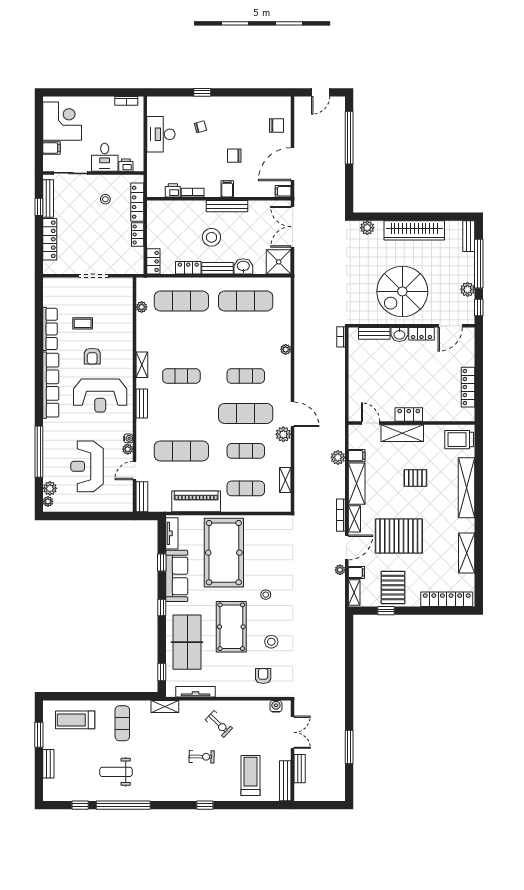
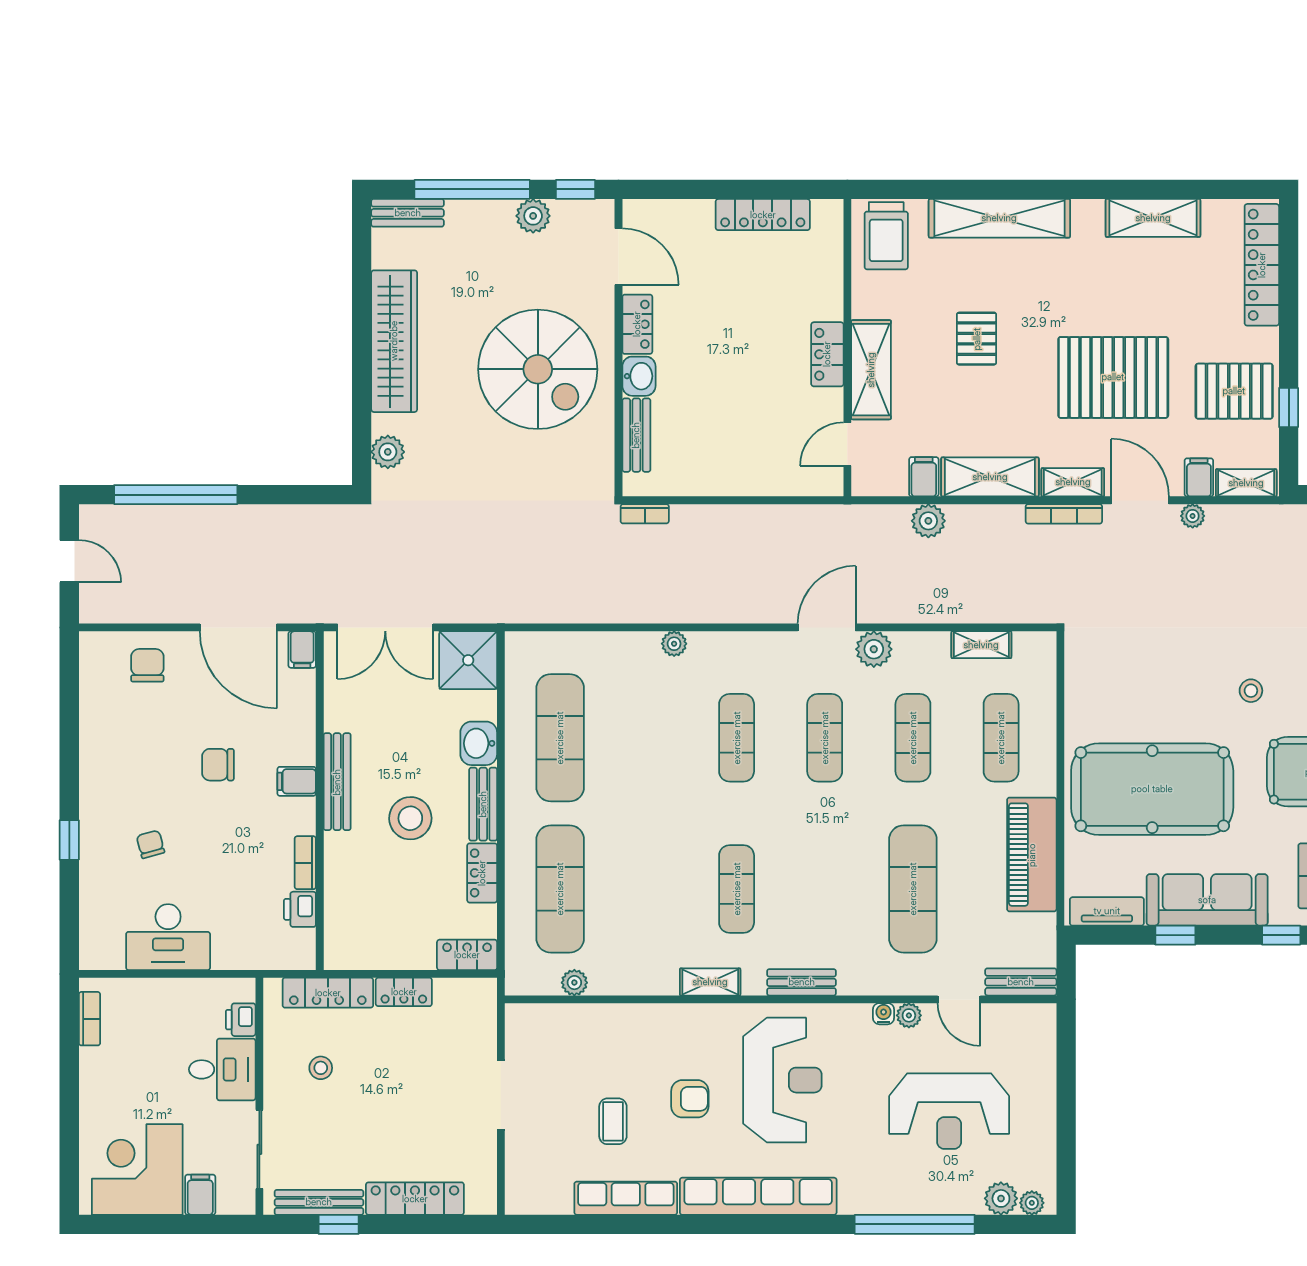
chair: (234, 156) -> (218, 765), turned 90
exercise mat: (246, 413) -> (825, 738), width x0.73, depth x0.69
pallet: (399, 536) -> (1113, 377), turned 90

